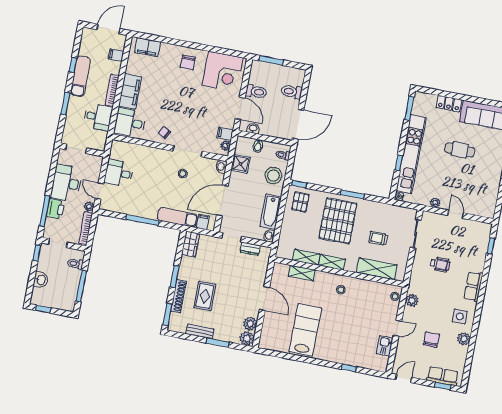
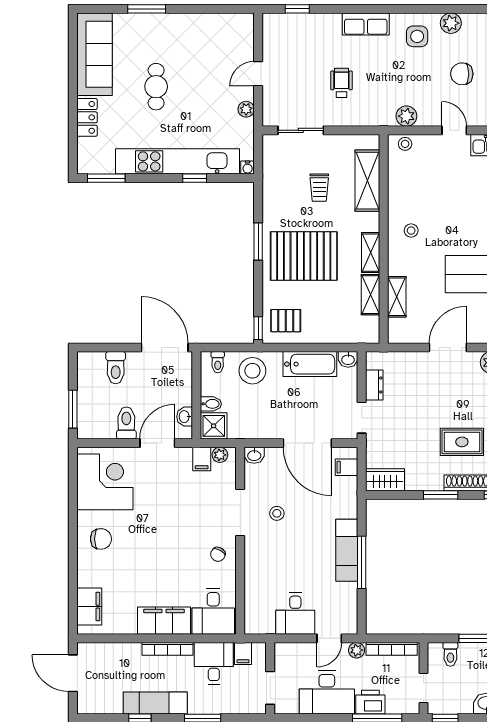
filing cabinet: (116, 55) -> (243, 653), moved
shower: (240, 164) -> (214, 426), moved
exam couch: (177, 217) -> (347, 550), moved

